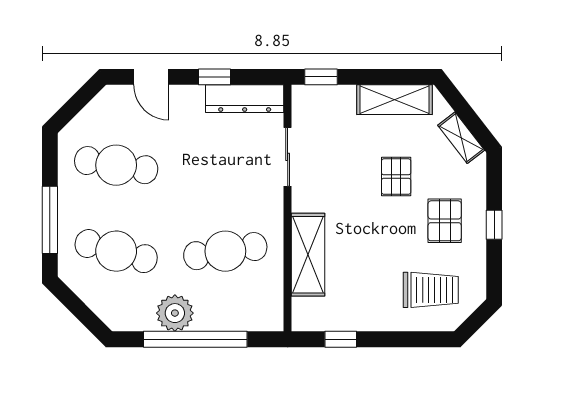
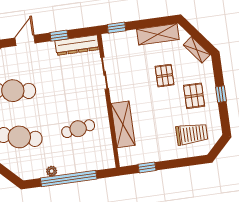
door: (151, 77) -> (25, 40), swing flipped
cafe table: (225, 251) -> (78, 129), width x0.73, depth x0.74
plant: (175, 313) -> (52, 171), width x0.53, depth x0.53

